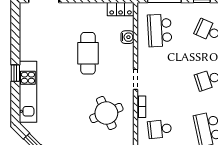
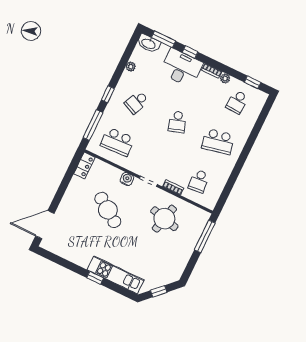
water cooler: (127, 37) -> (127, 179), moved
cafe table: (88, 53) -> (108, 210), turned 35
round table: (106, 113) -> (164, 219), turned 37

